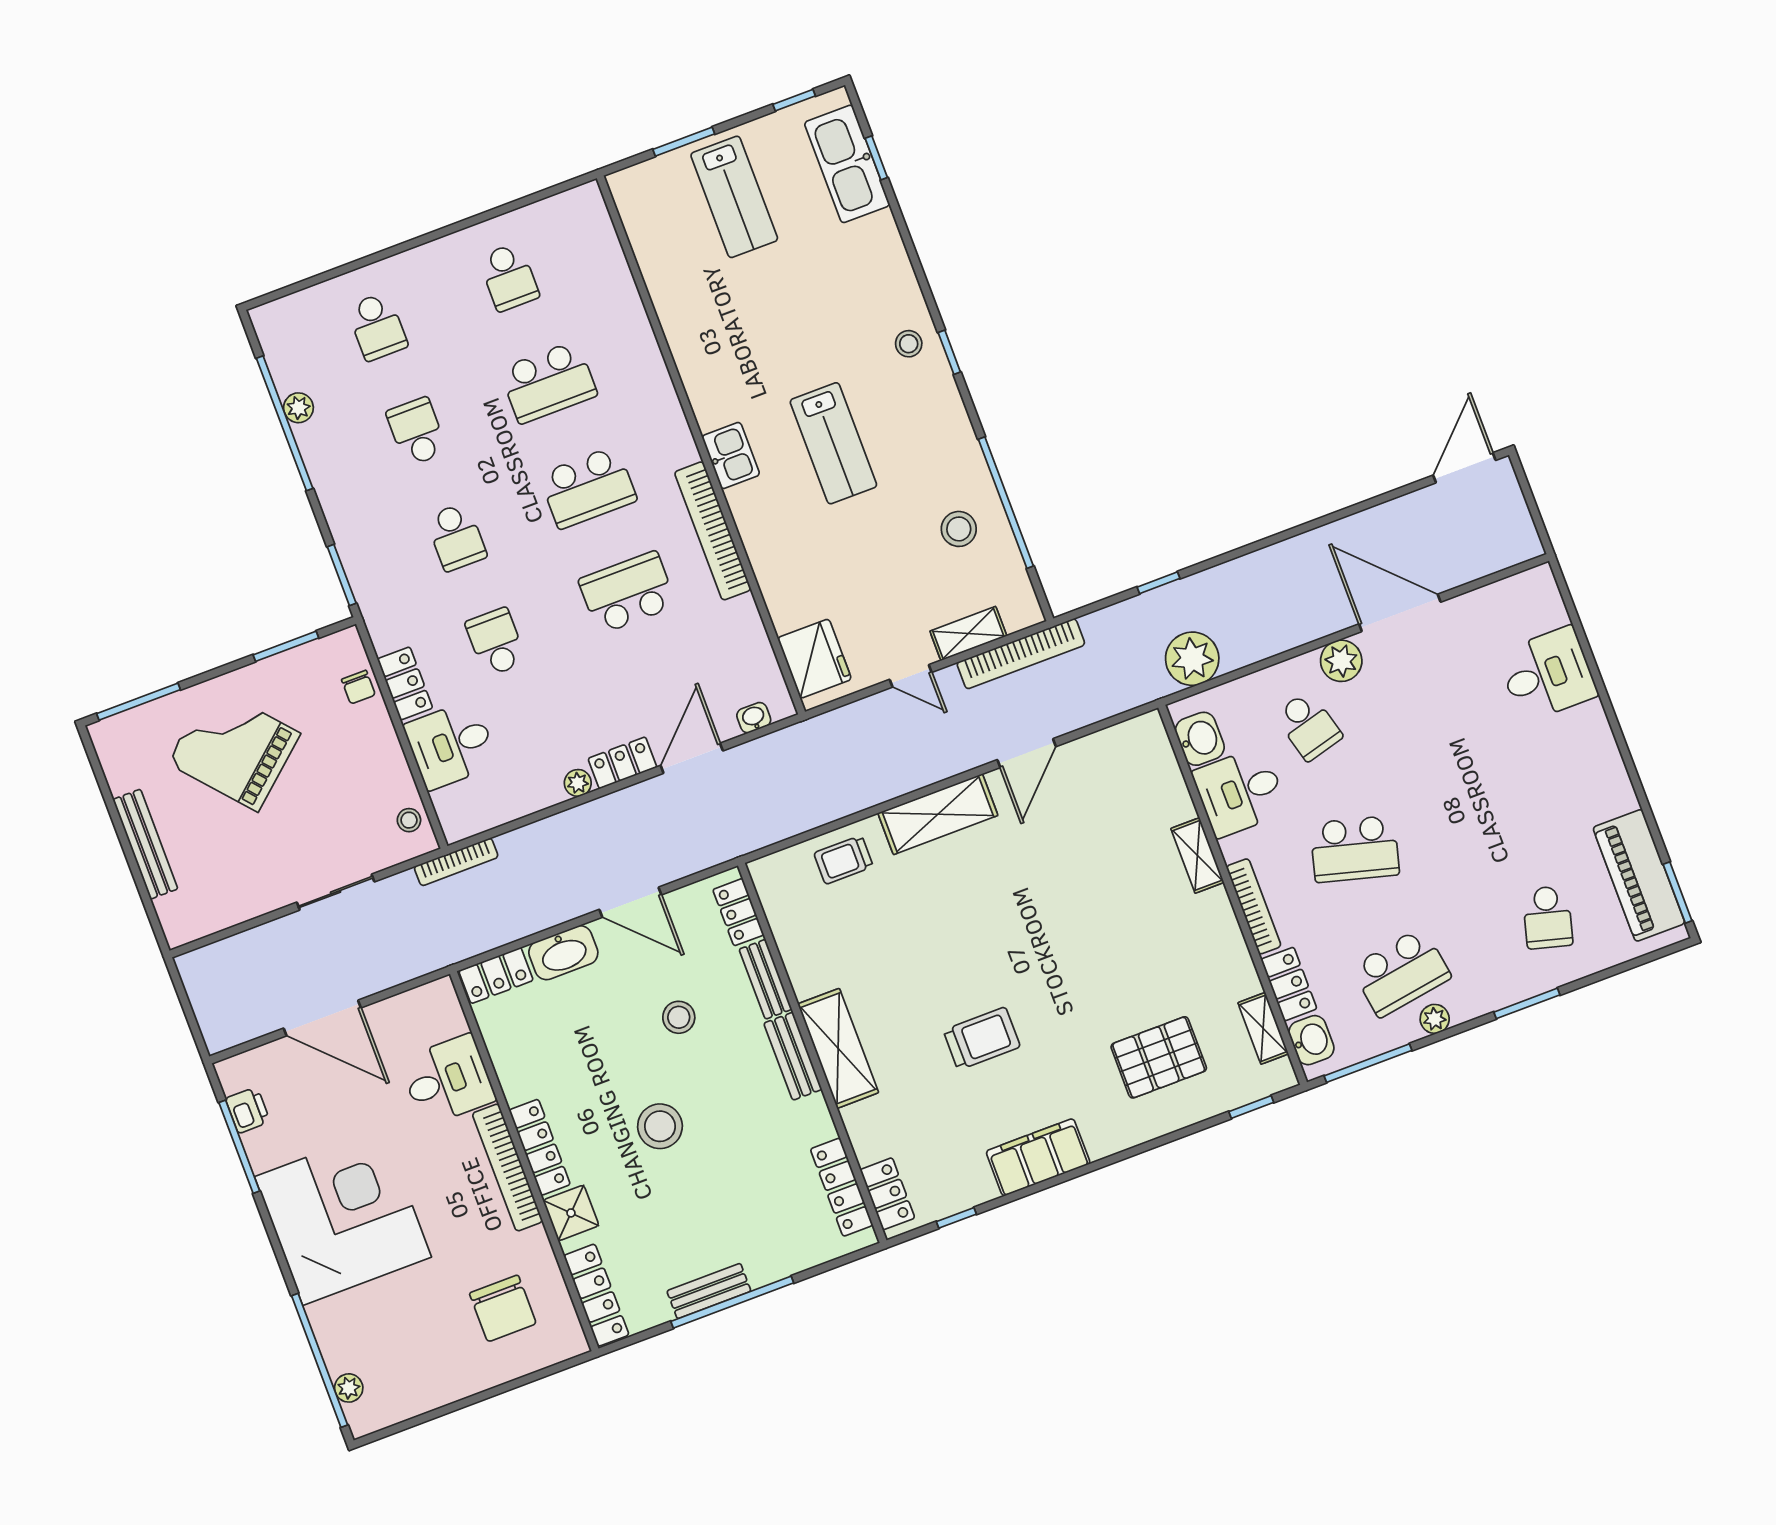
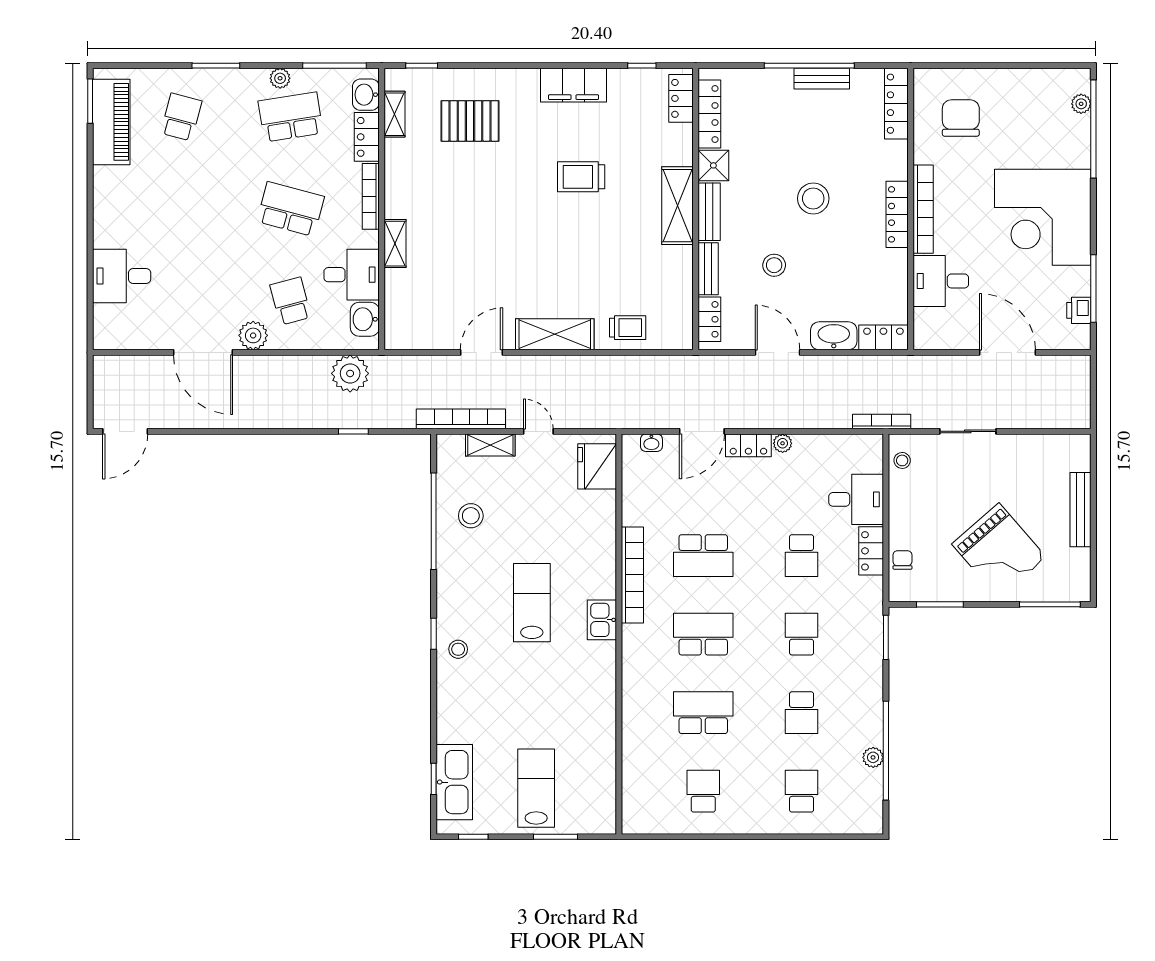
shower: (571, 1213) -> (713, 165), moved

